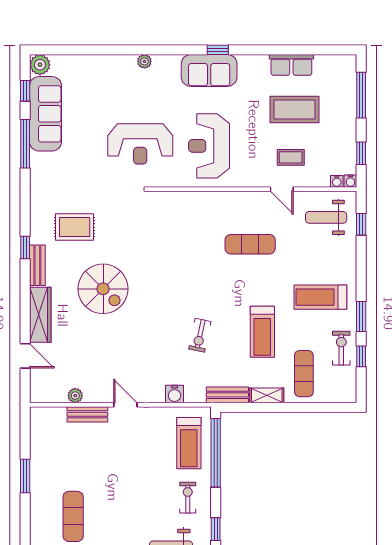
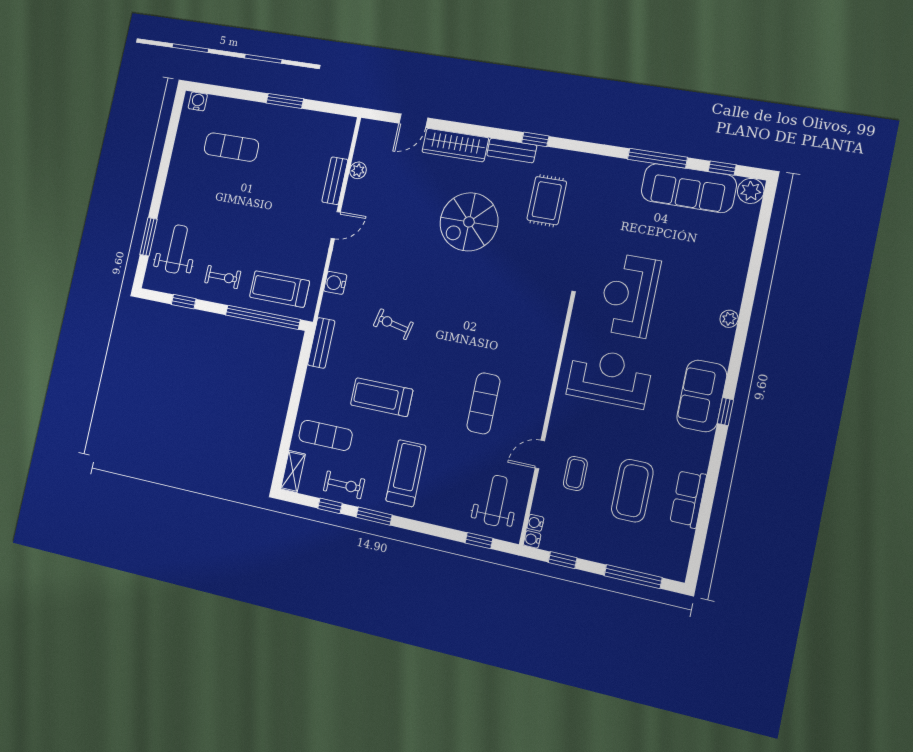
shelving: (267, 395) -> (293, 471), moved

